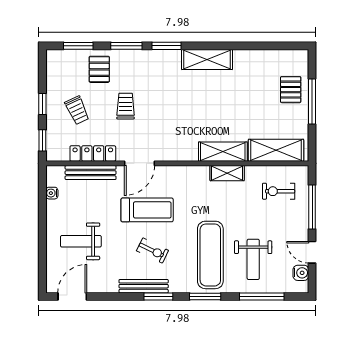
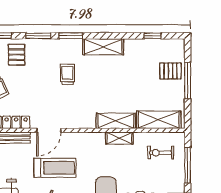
window: (268, 46) -> (152, 36), added
pallet: (291, 90) -> (170, 71), turned 90
trolley: (126, 106) -> (67, 74), moved

